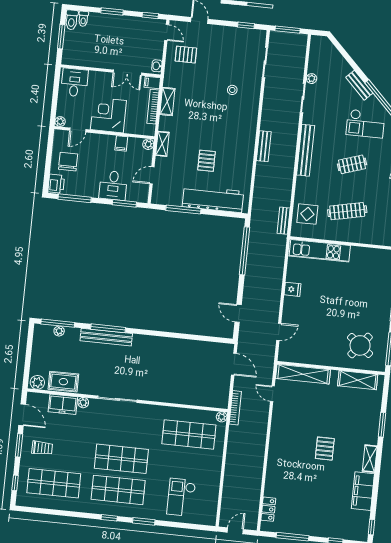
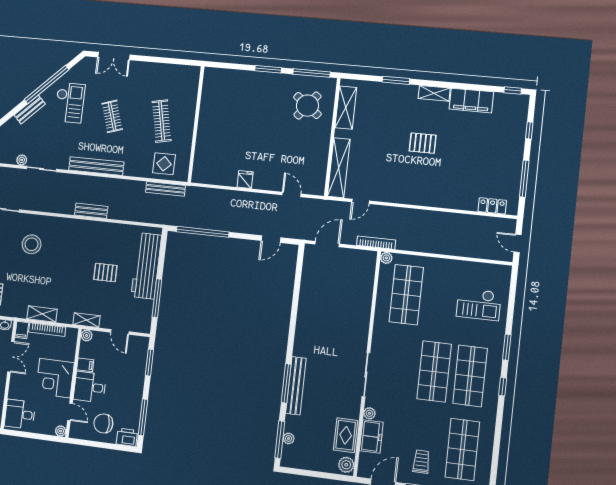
stool: (232, 90) -> (32, 244), width x1.89, depth x1.89
desk: (113, 185) -> (90, 387), moved, turned 180
bench: (284, 221) -> (165, 189), width x1.36
kitchen unit: (320, 251) -> (204, 150), removed

